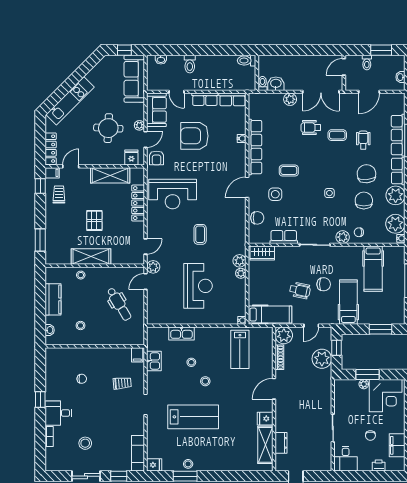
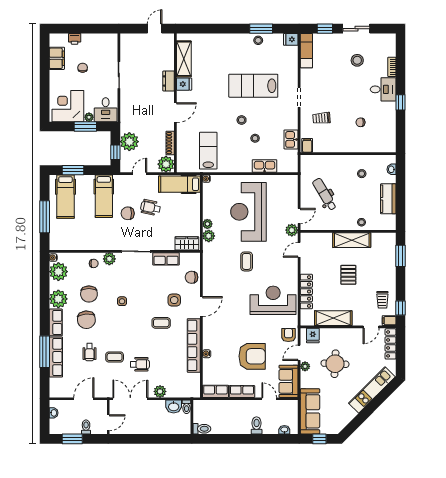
hospital bed: (373, 269) -> (65, 197), moved, turned 180
reception desk: (198, 286) -> (249, 212), width x1.36, depth x1.30
dresser: (281, 443) -> (169, 81), moved
desk: (346, 459) -> (106, 110), moved, turned 180

